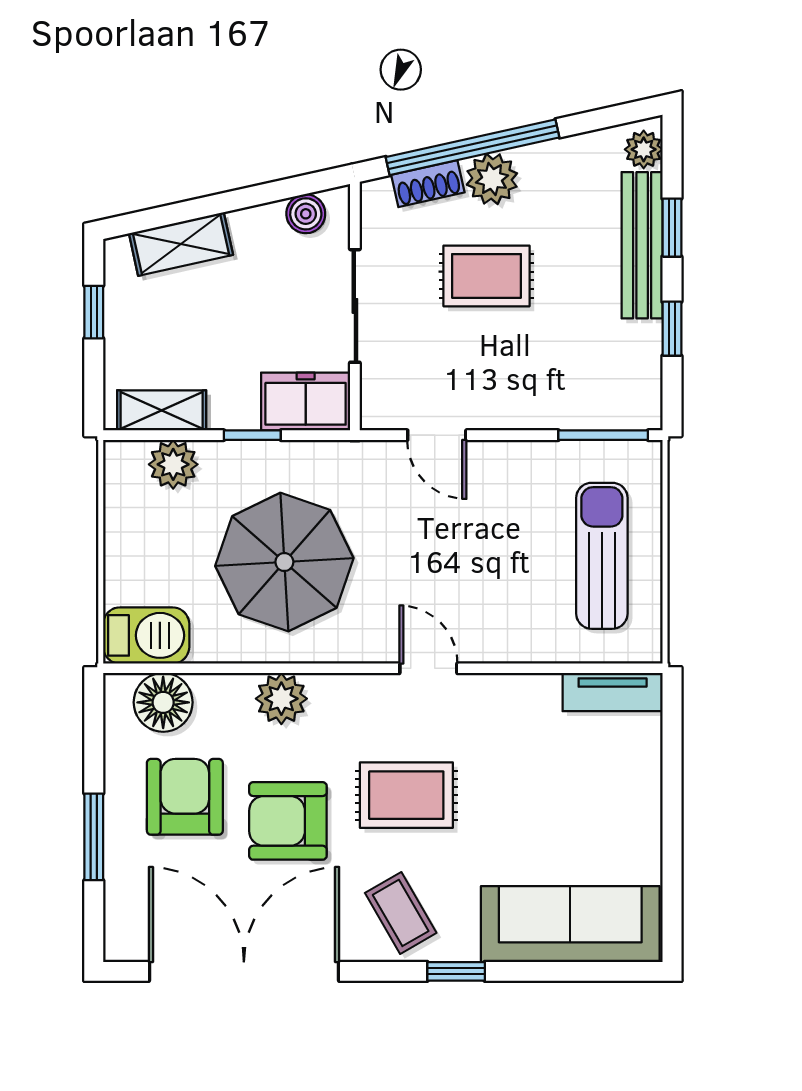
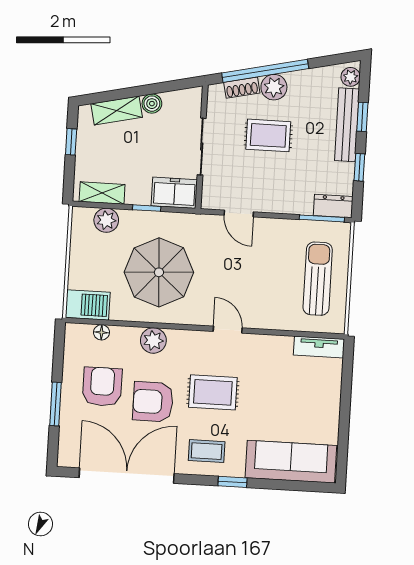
boiler: (306, 214) -> (152, 104), moved
dresser: (624, 409) -> (333, 206), added
floor lamp: (163, 702) -> (101, 332), width x0.53, depth x0.53
coffee table: (401, 913) -> (207, 451), turned -60

